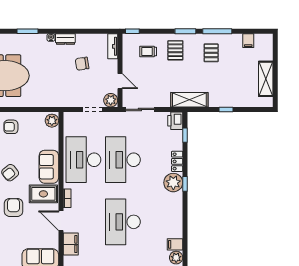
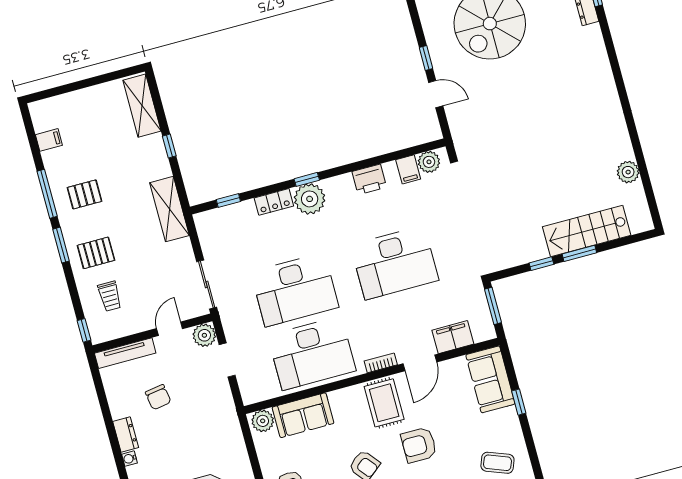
tv unit: (113, 46) -> (125, 353), width x1.41
shelving: (266, 79) -> (142, 106), moved, turned 90
printer: (175, 121) -> (369, 179), moved
sofa: (49, 167) -> (303, 415), moved

